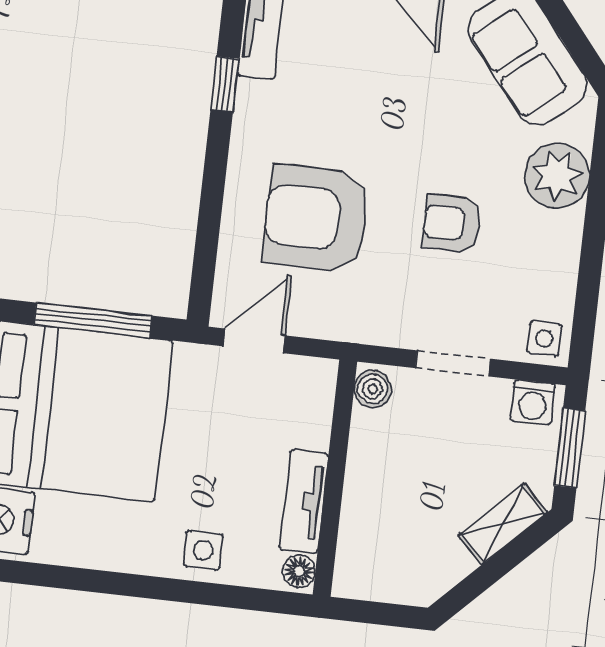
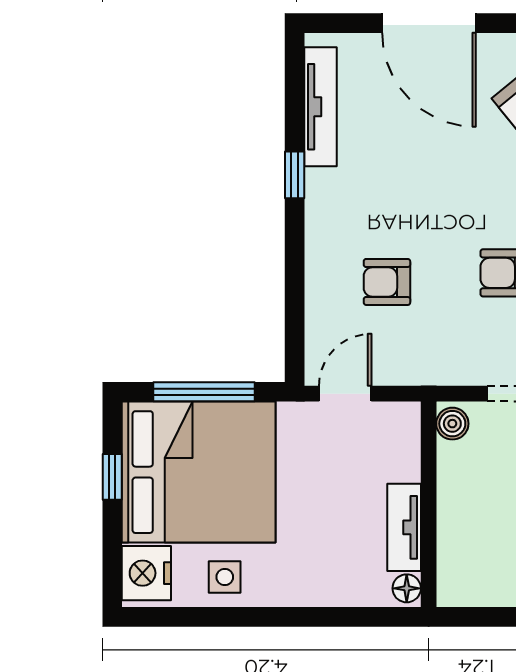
armchair: (316, 219) -> (387, 282), width x0.53, depth x0.53
side table: (203, 550) -> (225, 577), moved

